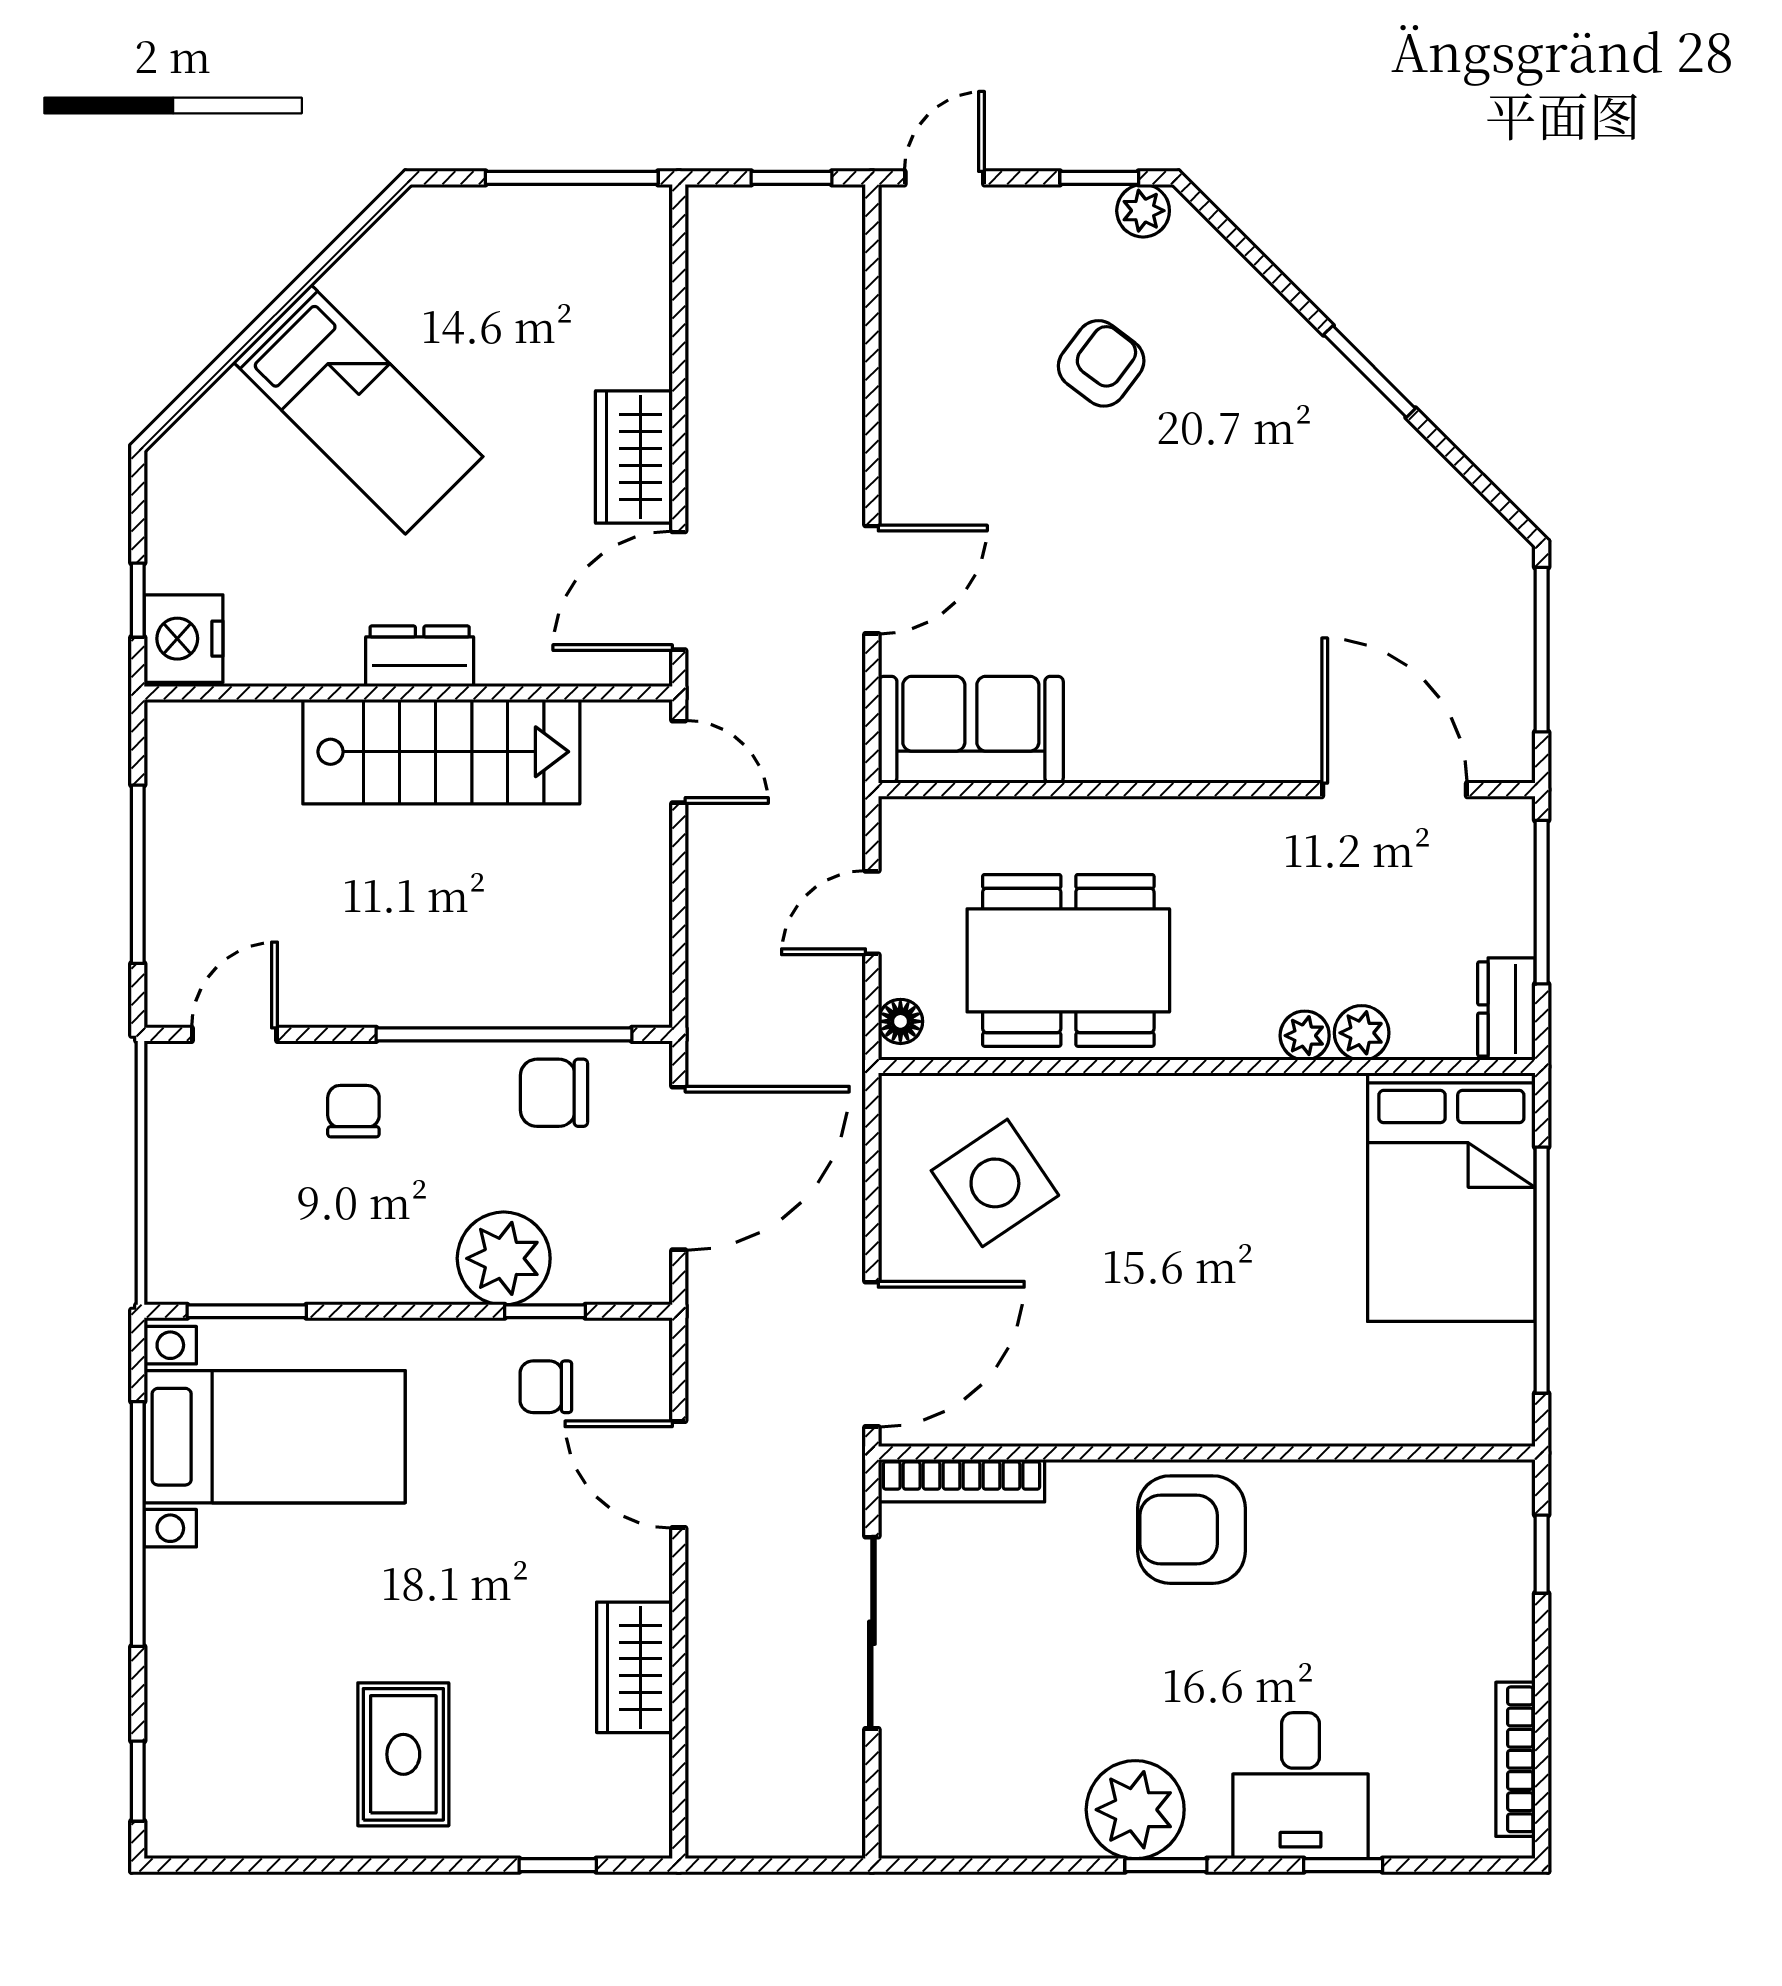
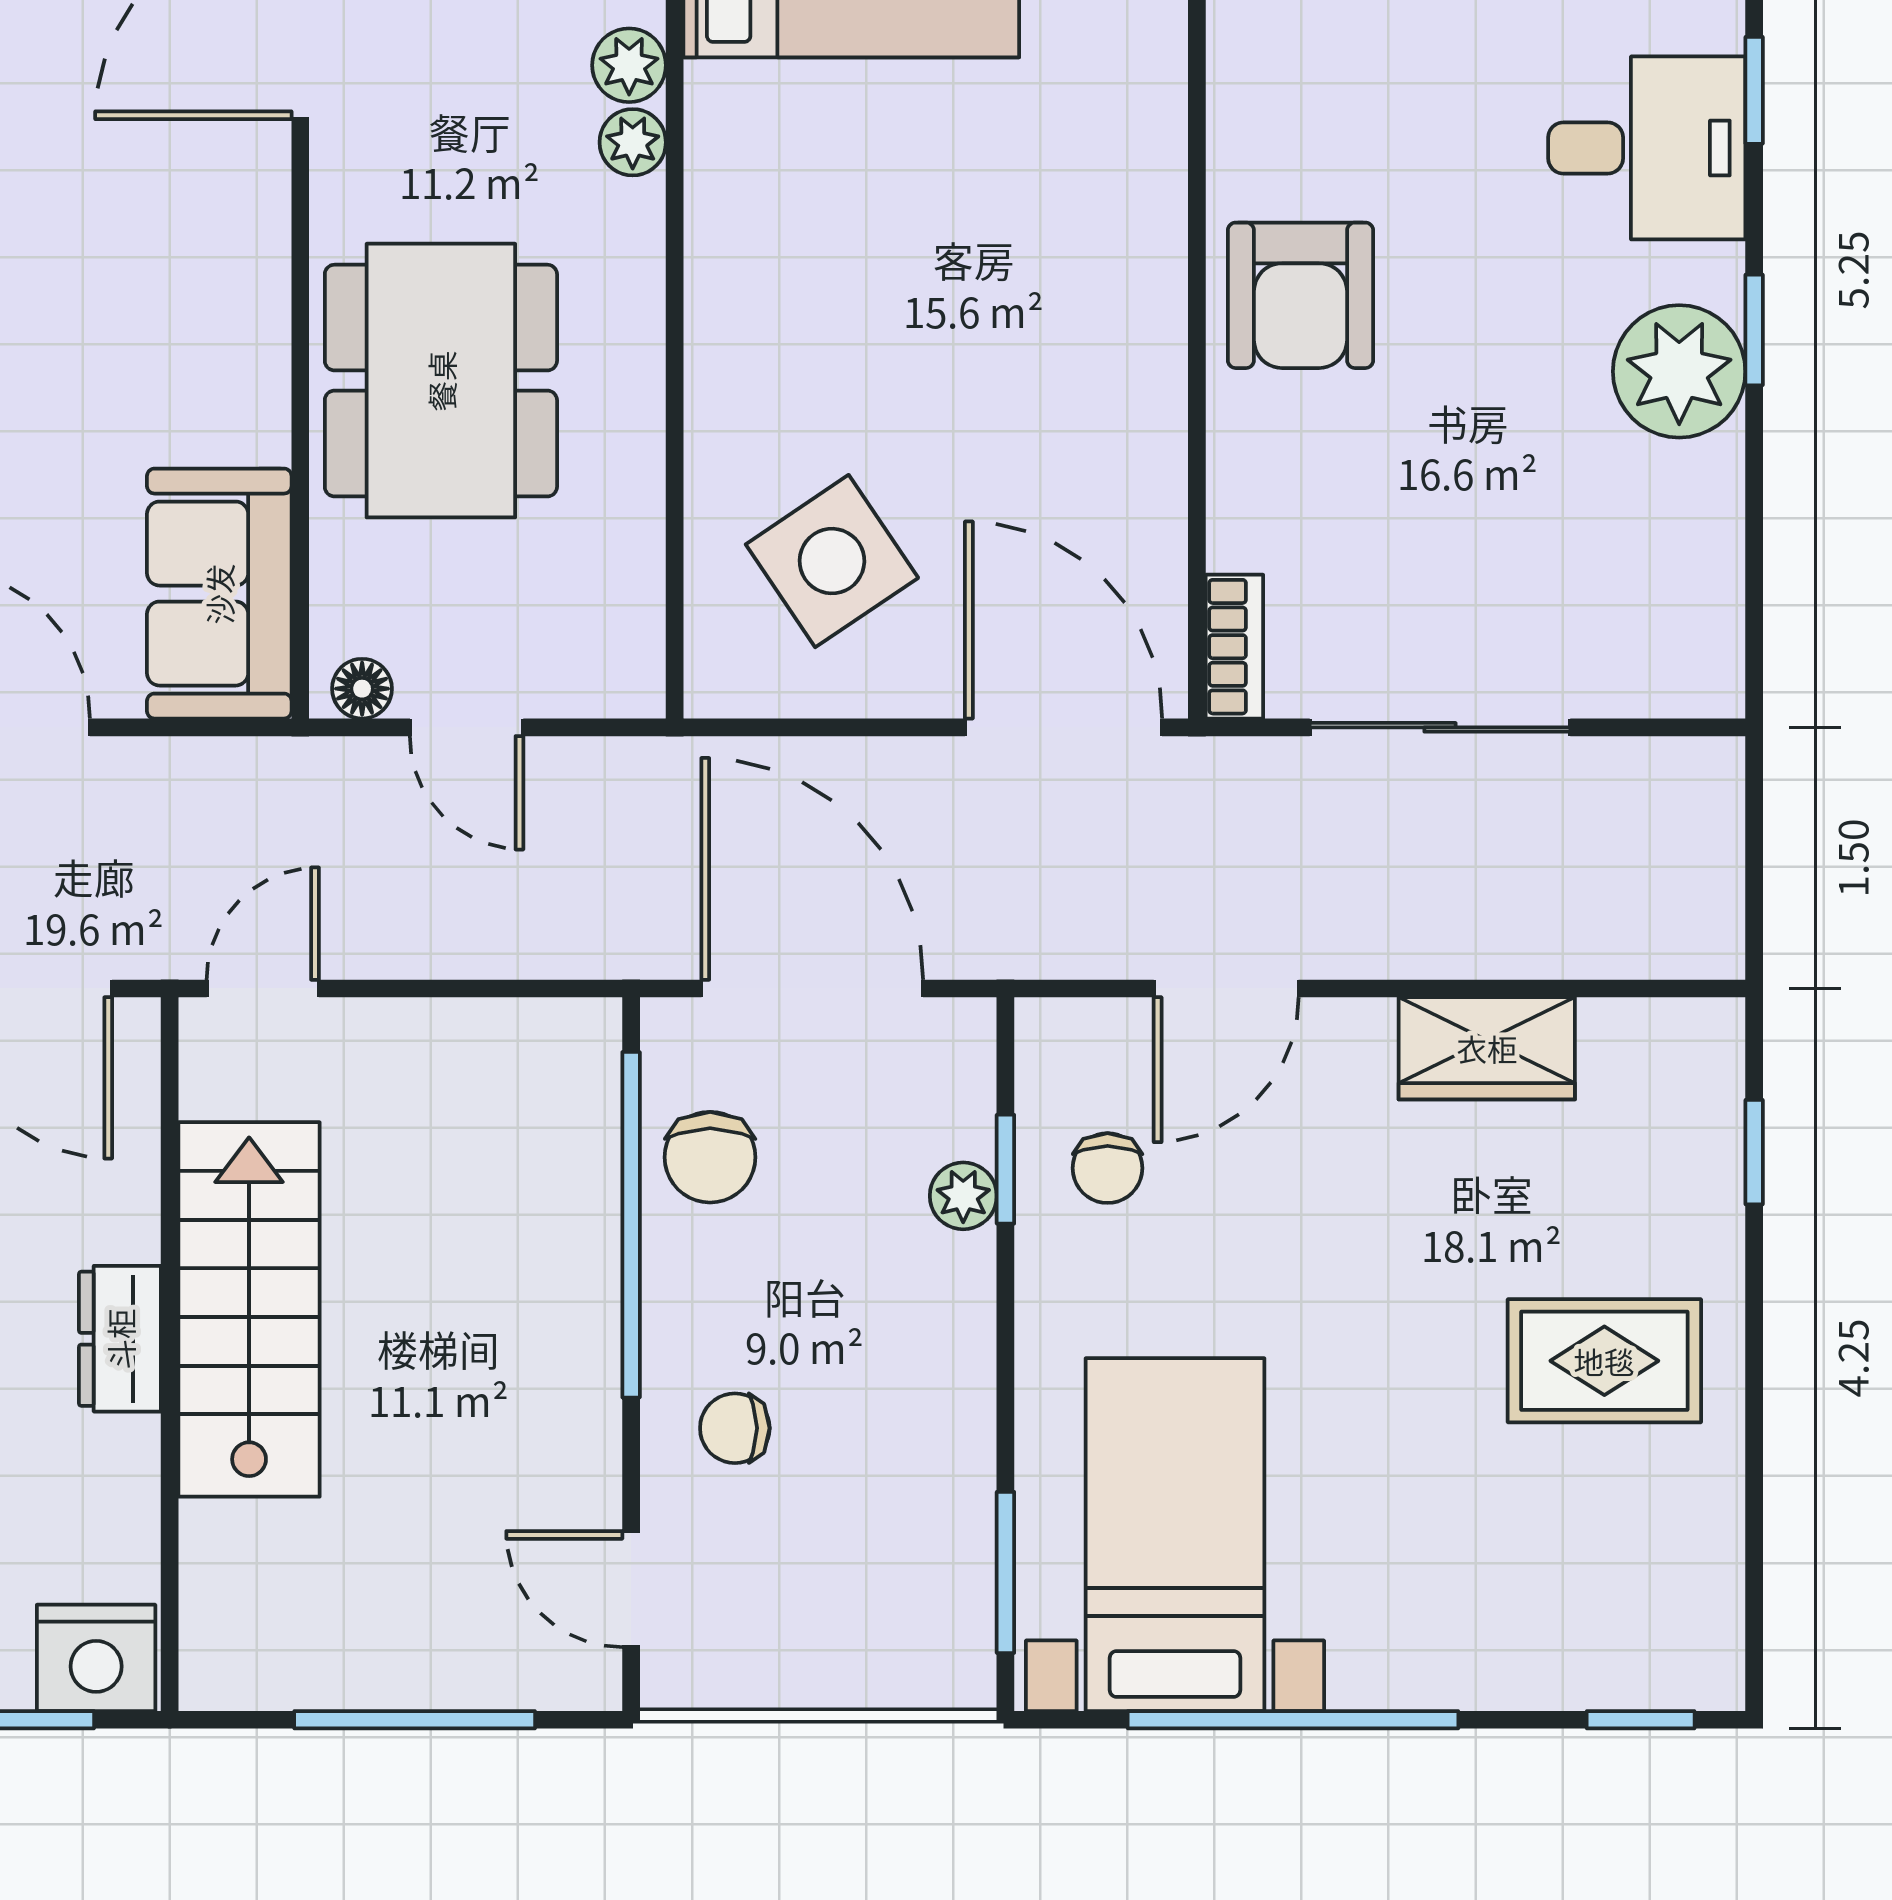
dining table: (1068, 960) -> (441, 381), moved
floor lamp: (900, 1021) -> (362, 689), moved
plant: (504, 1258) -> (963, 1196), width x0.53, depth x0.53
bookcase: (962, 1481) -> (1234, 647), width x0.64

